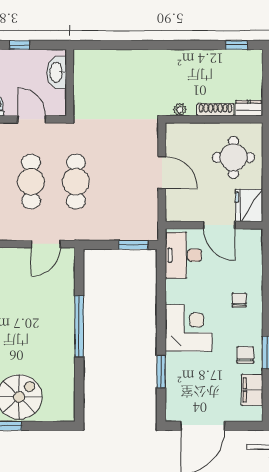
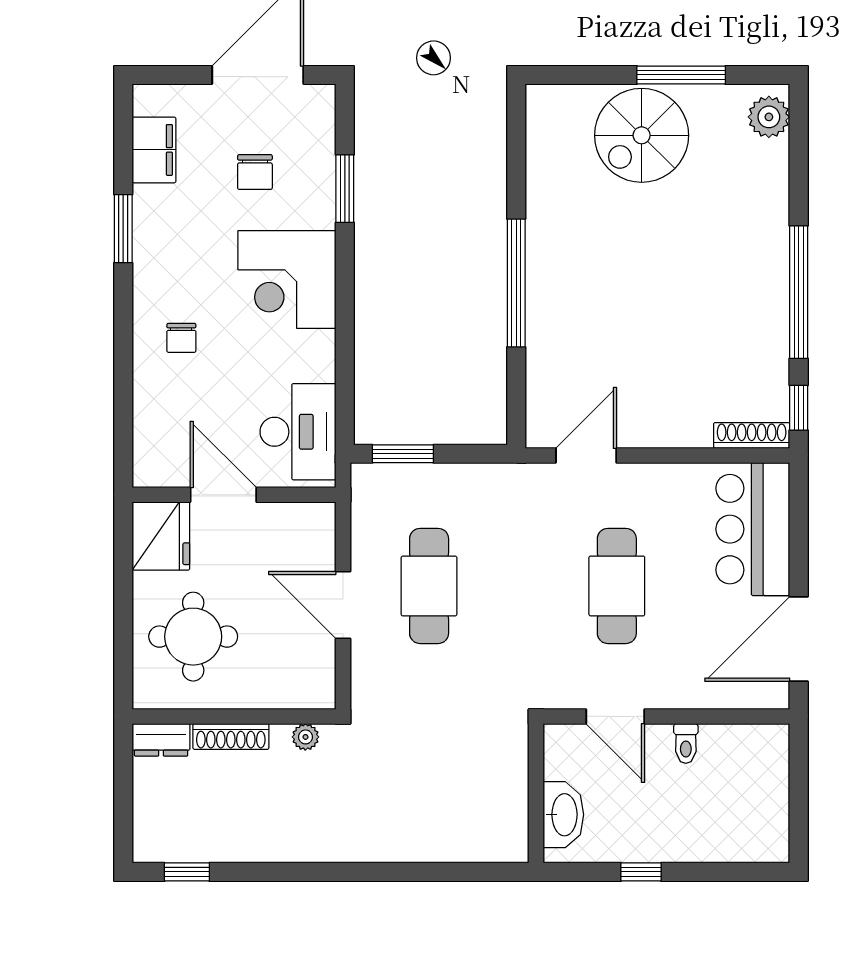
cafe table: (76, 182) -> (429, 586), moved
chair: (245, 355) -> (255, 172), moved

